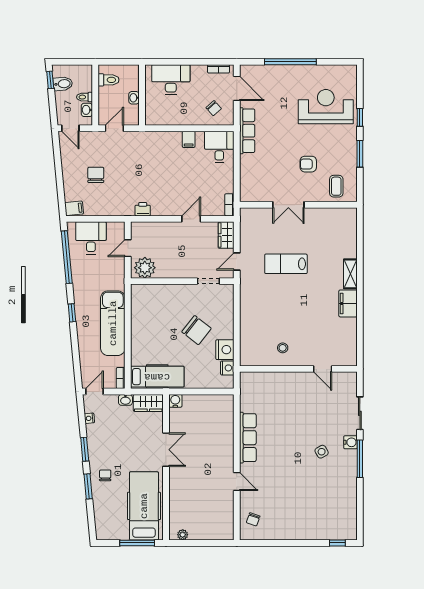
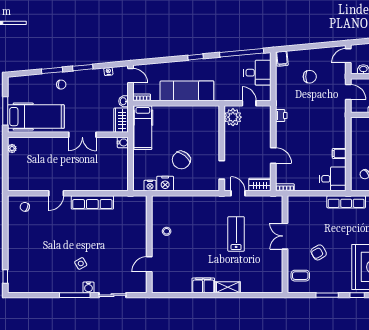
armchair: (308, 164) -> (319, 252), turned -120

